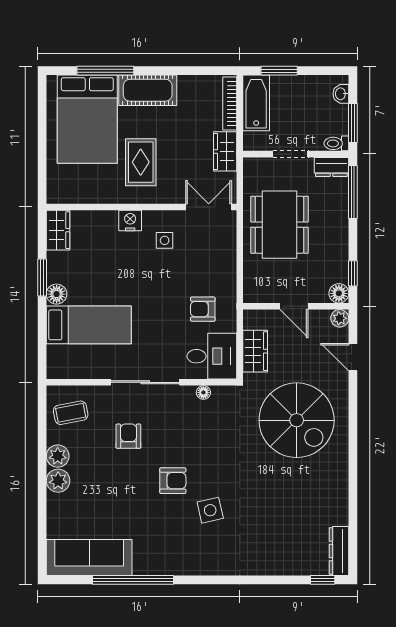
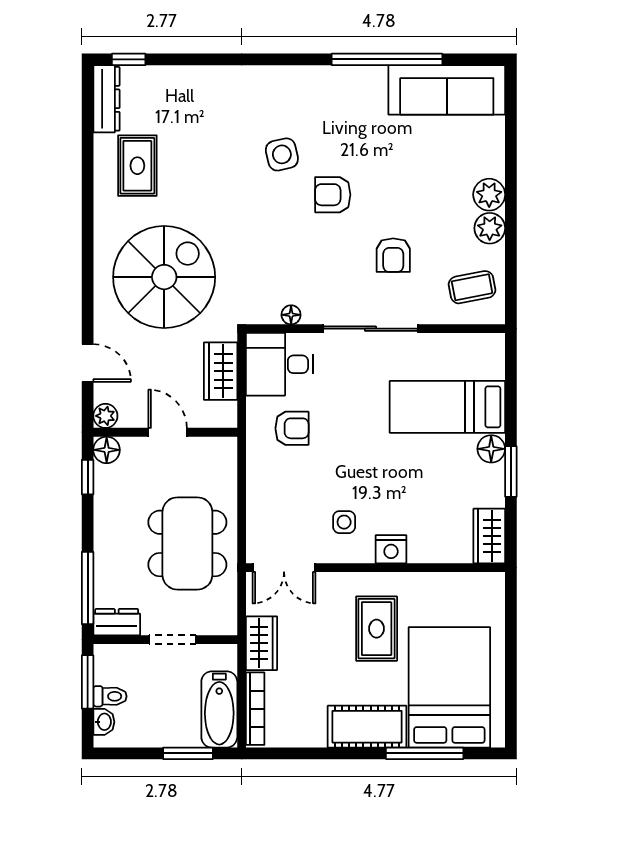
toilet: (336, 143) -> (110, 696), moved
spiral stairs: (297, 420) -> (164, 277), turned 90
rug: (316, 502) -> (137, 166), added

